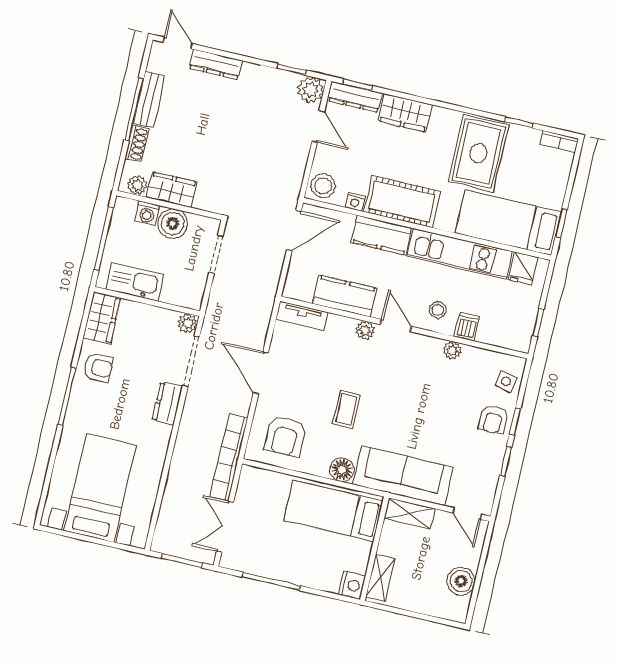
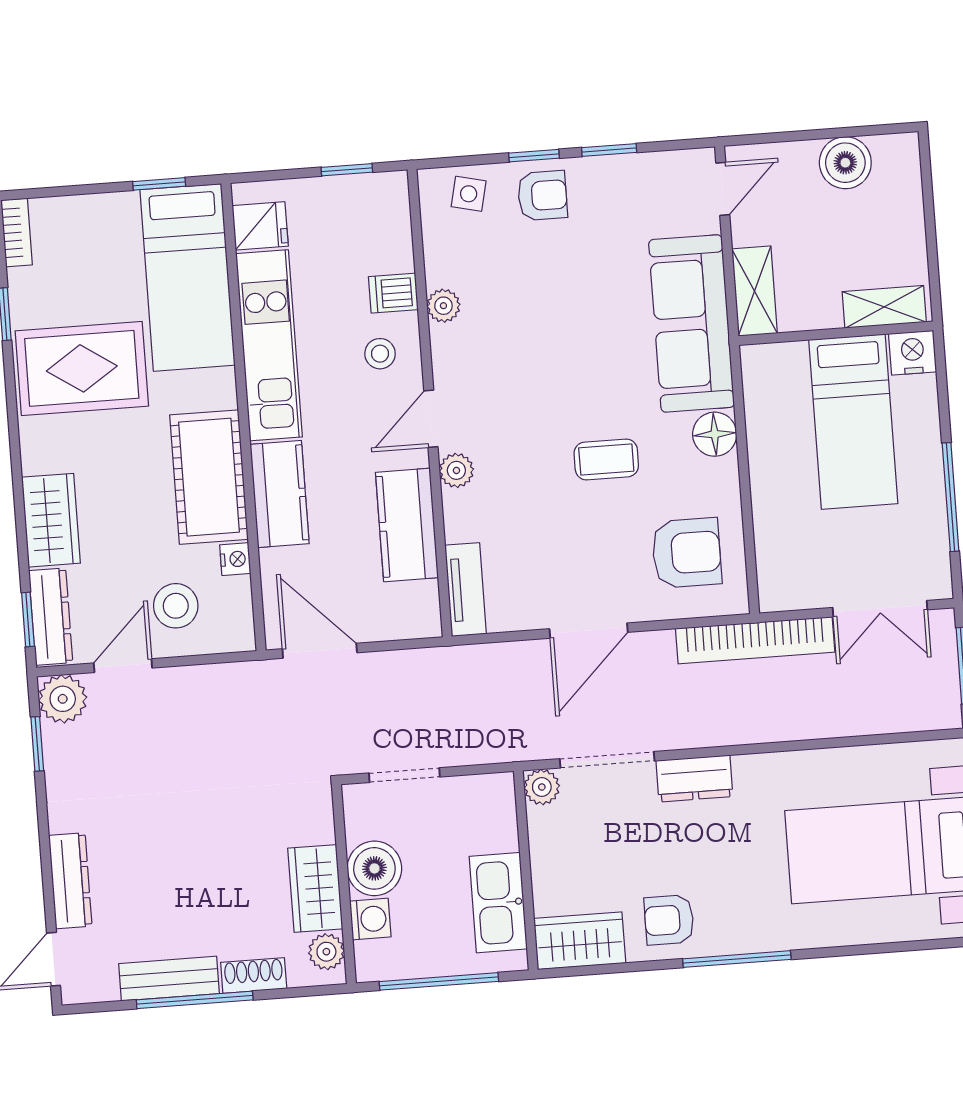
stool: (323, 186) -> (176, 606), moved
armchair: (98, 367) -> (669, 920), turned -90
bed: (333, 511) -> (853, 422), moved

